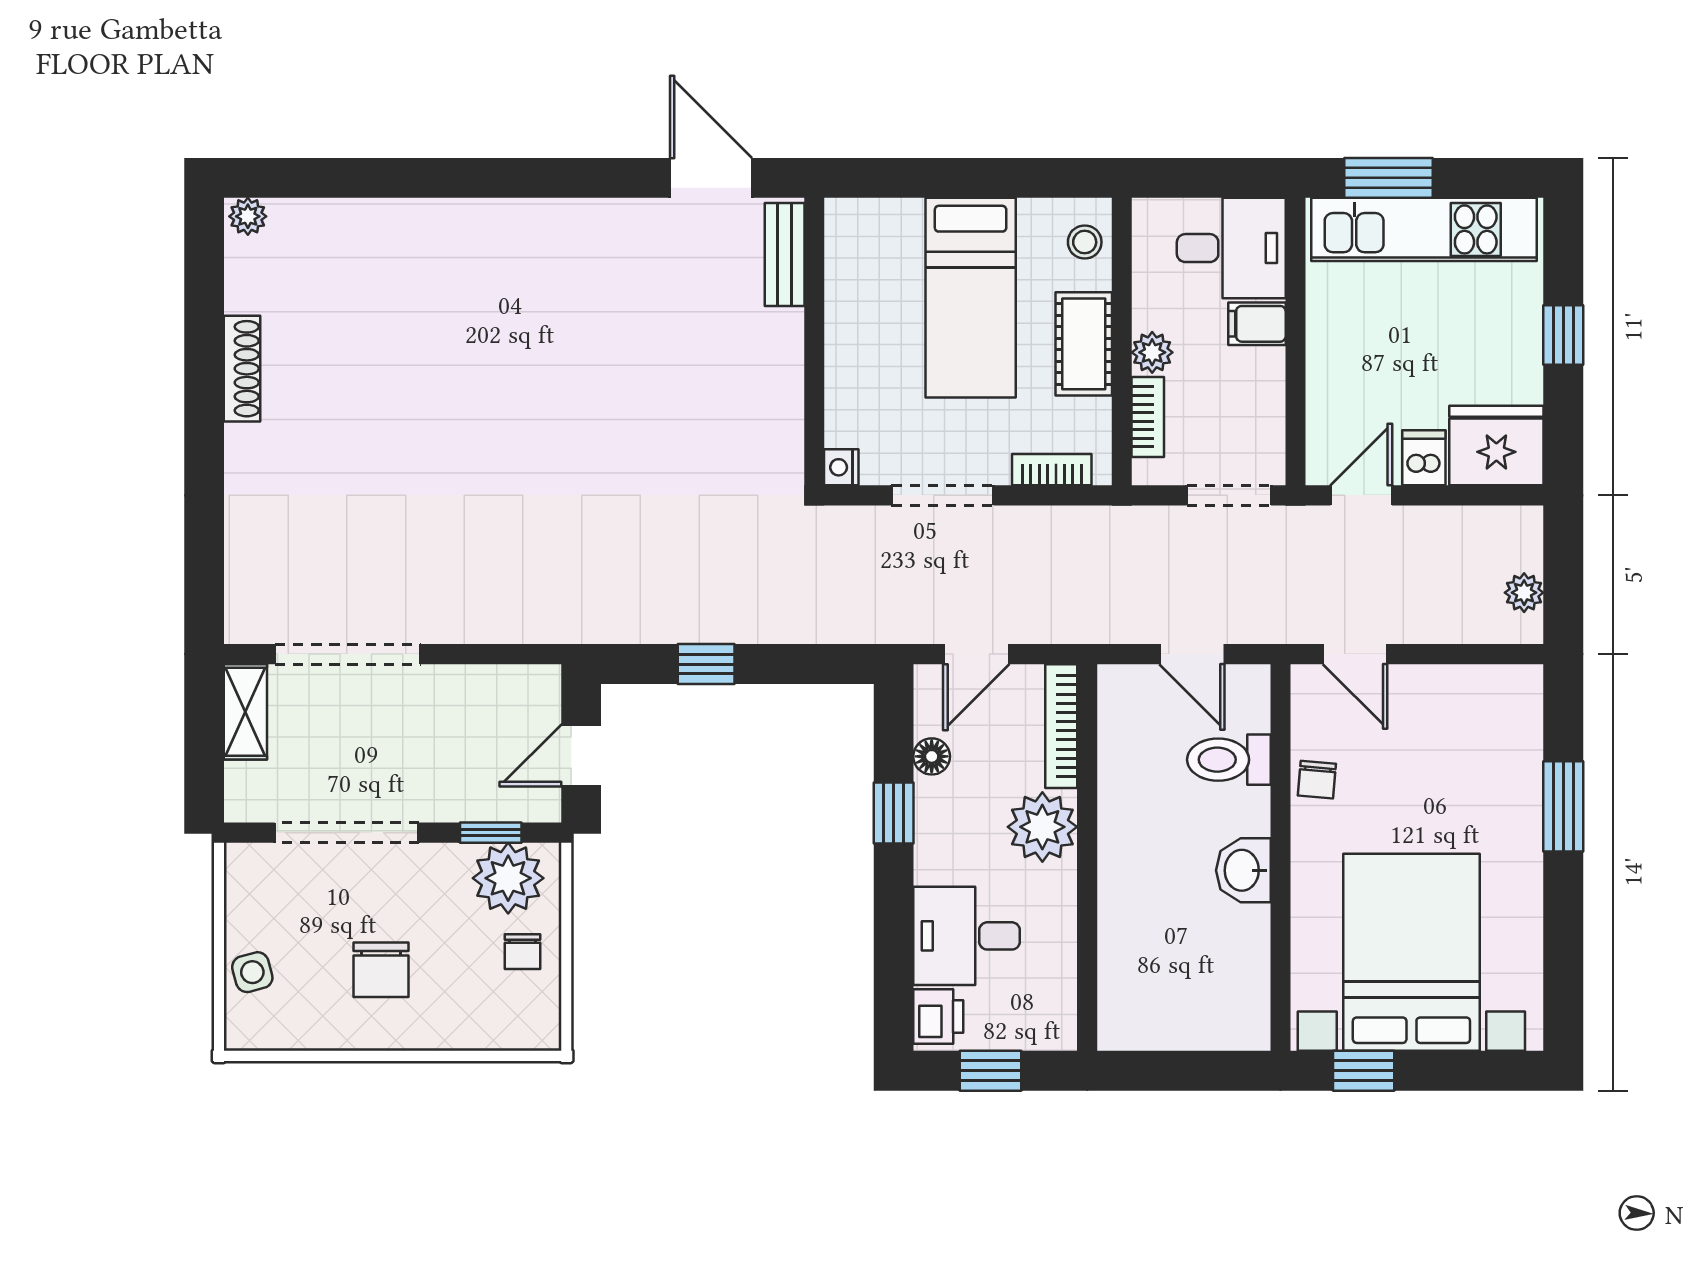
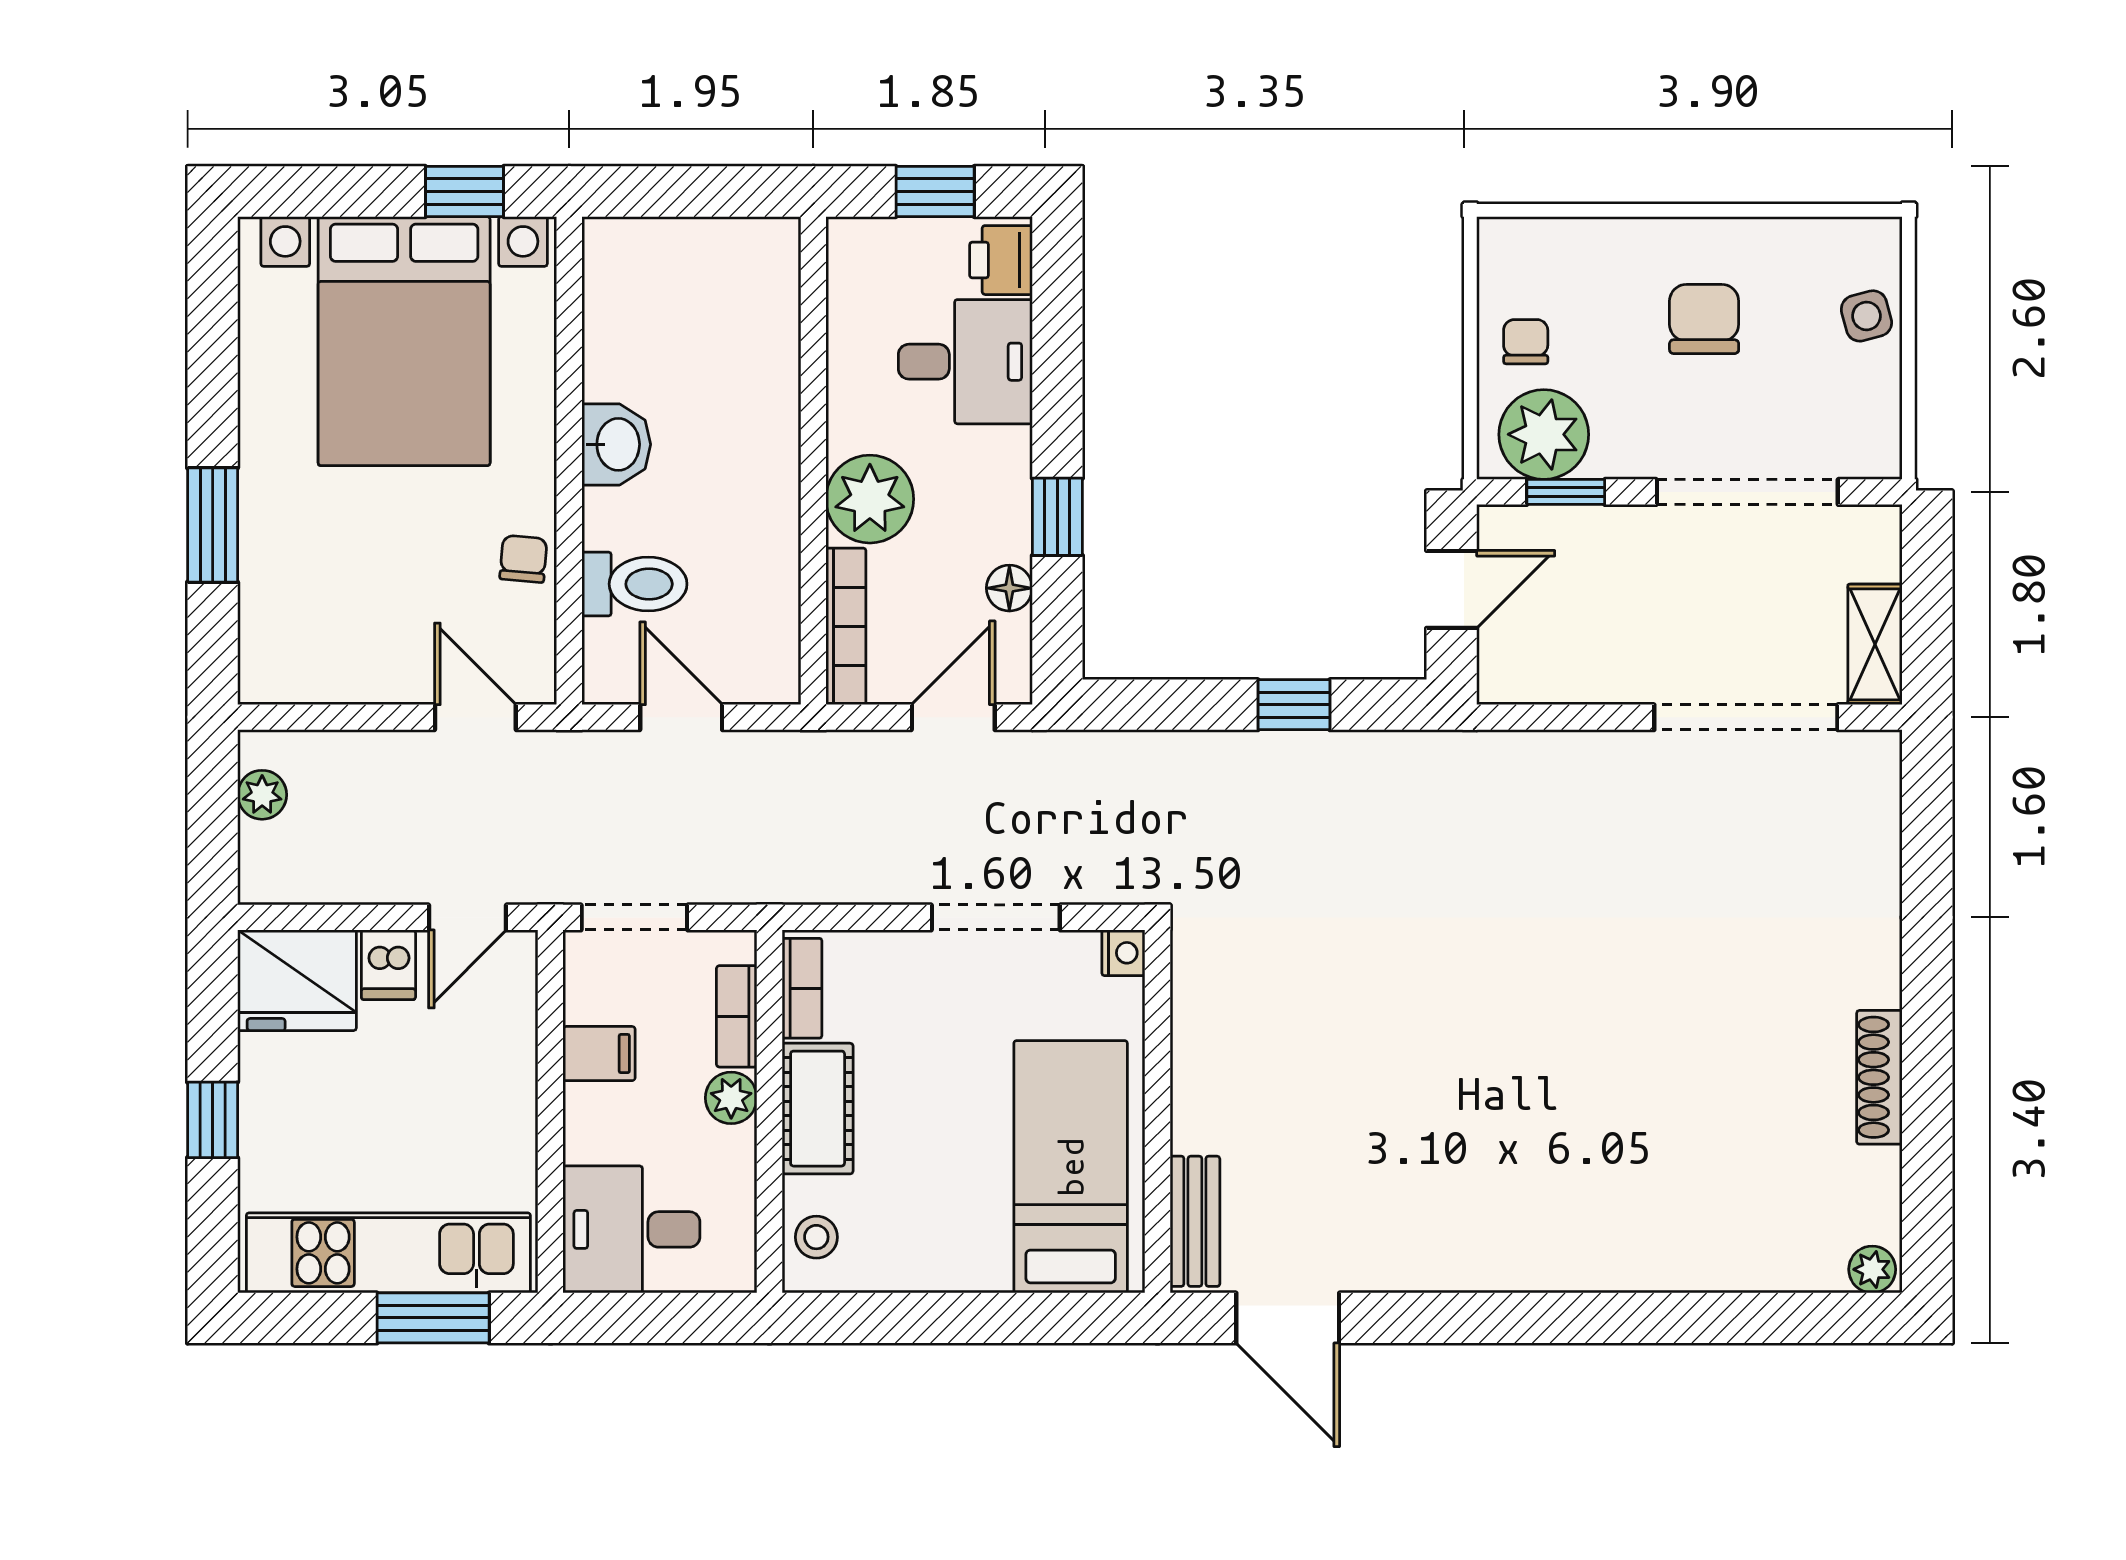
bed: (971, 298) -> (1071, 1167), moved
filing cabinet: (1257, 324) -> (599, 1054), moved
bookcase: (1052, 470) -> (802, 988), moved, turned -90

